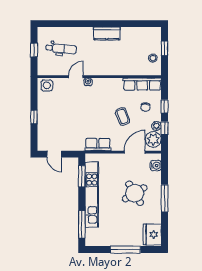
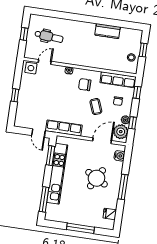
kitchen counter: (107, 33) -> (108, 31), moved
door: (76, 77) -> (45, 62), moved
chair: (107, 95) -> (85, 85), added
window: (164, 106) -> (137, 92), moved
row of seats: (98, 145) -> (64, 128), width x1.48
door: (54, 154) -> (38, 133), moved
round table: (135, 193) -> (96, 178), turned -30
fridge: (152, 234) -> (110, 214), width x0.53, depth x0.75

